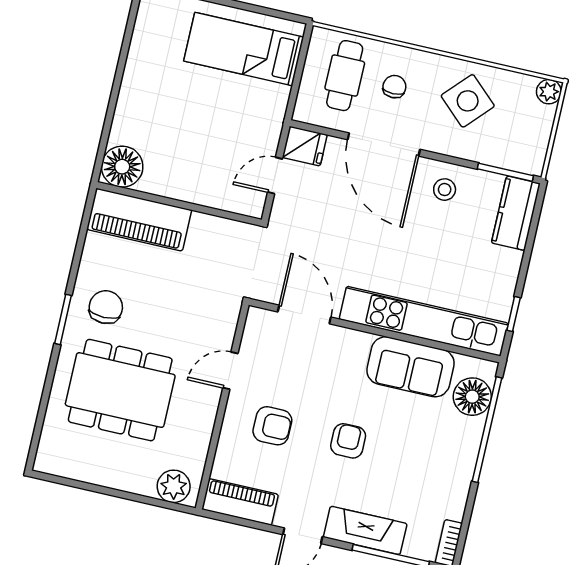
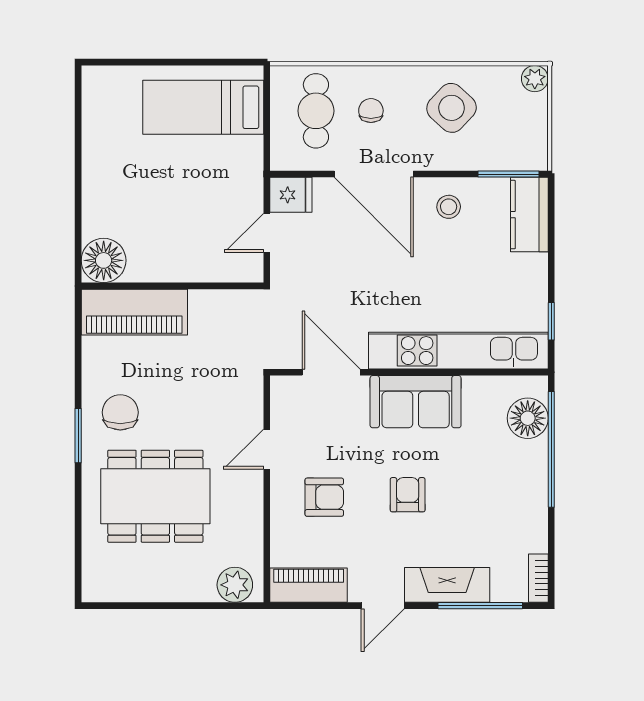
sofa: (410, 367) -> (416, 402), moved

